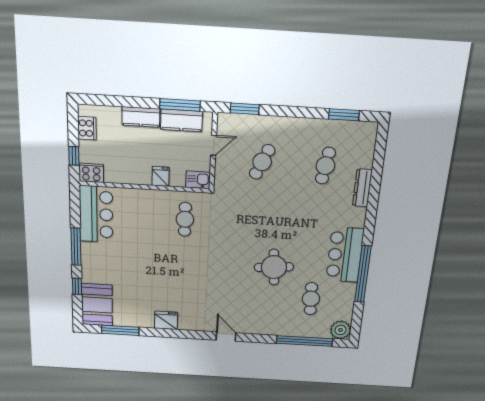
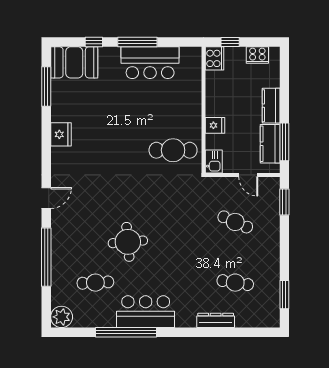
bar counter: (96, 214) -> (150, 63), moved
cafe table: (185, 219) -> (173, 150), width x1.37, depth x1.35
window: (304, 341) -> (46, 257), moved

